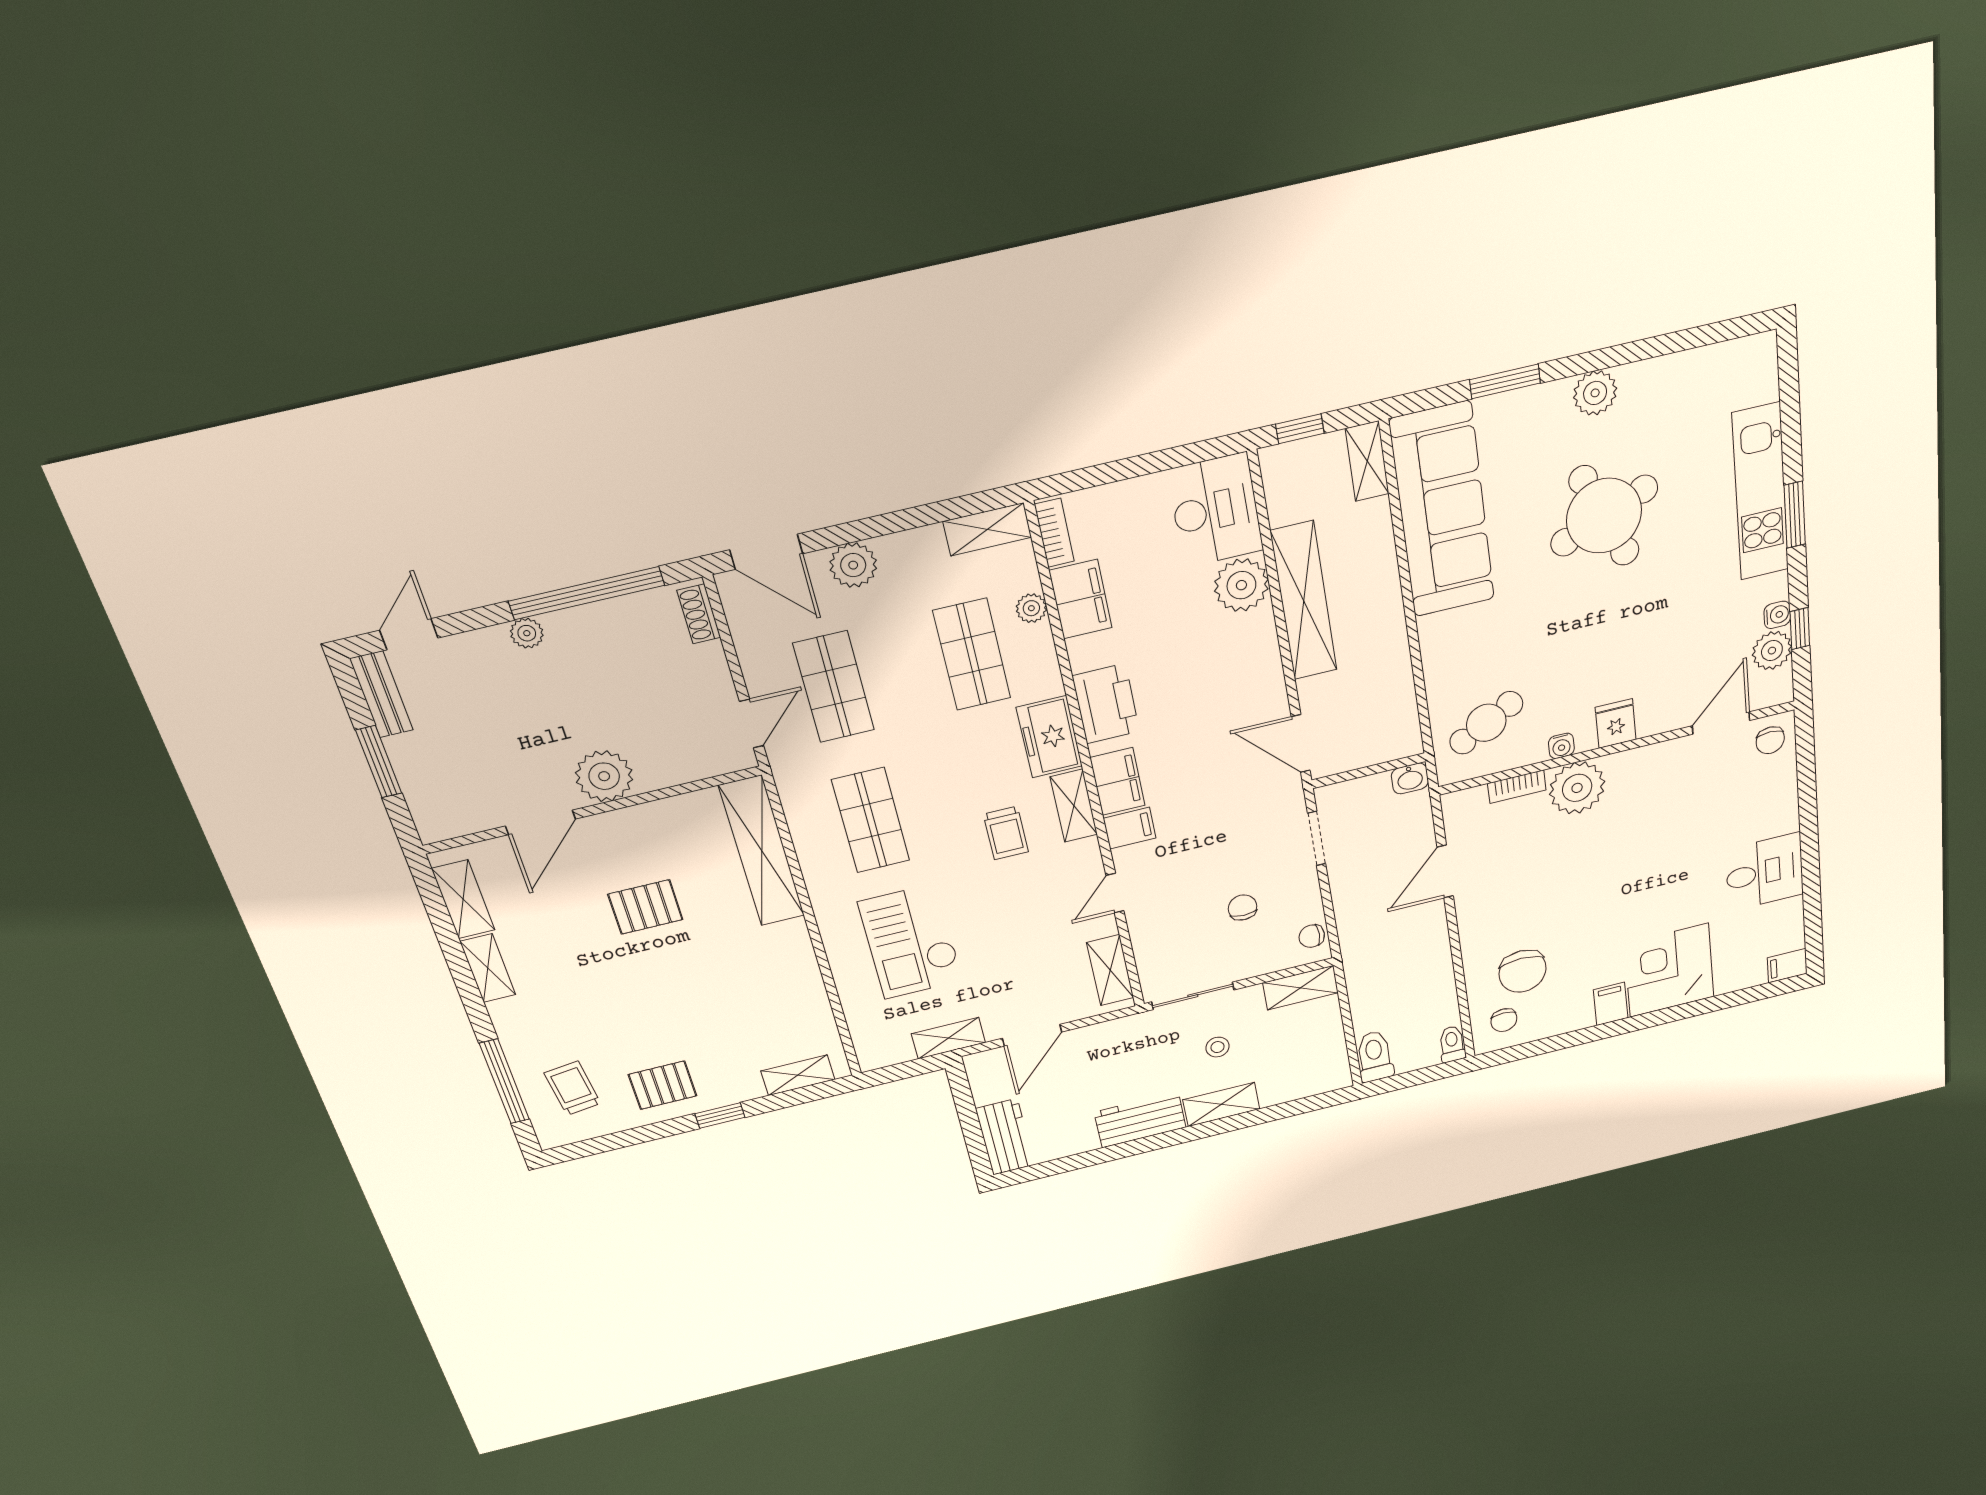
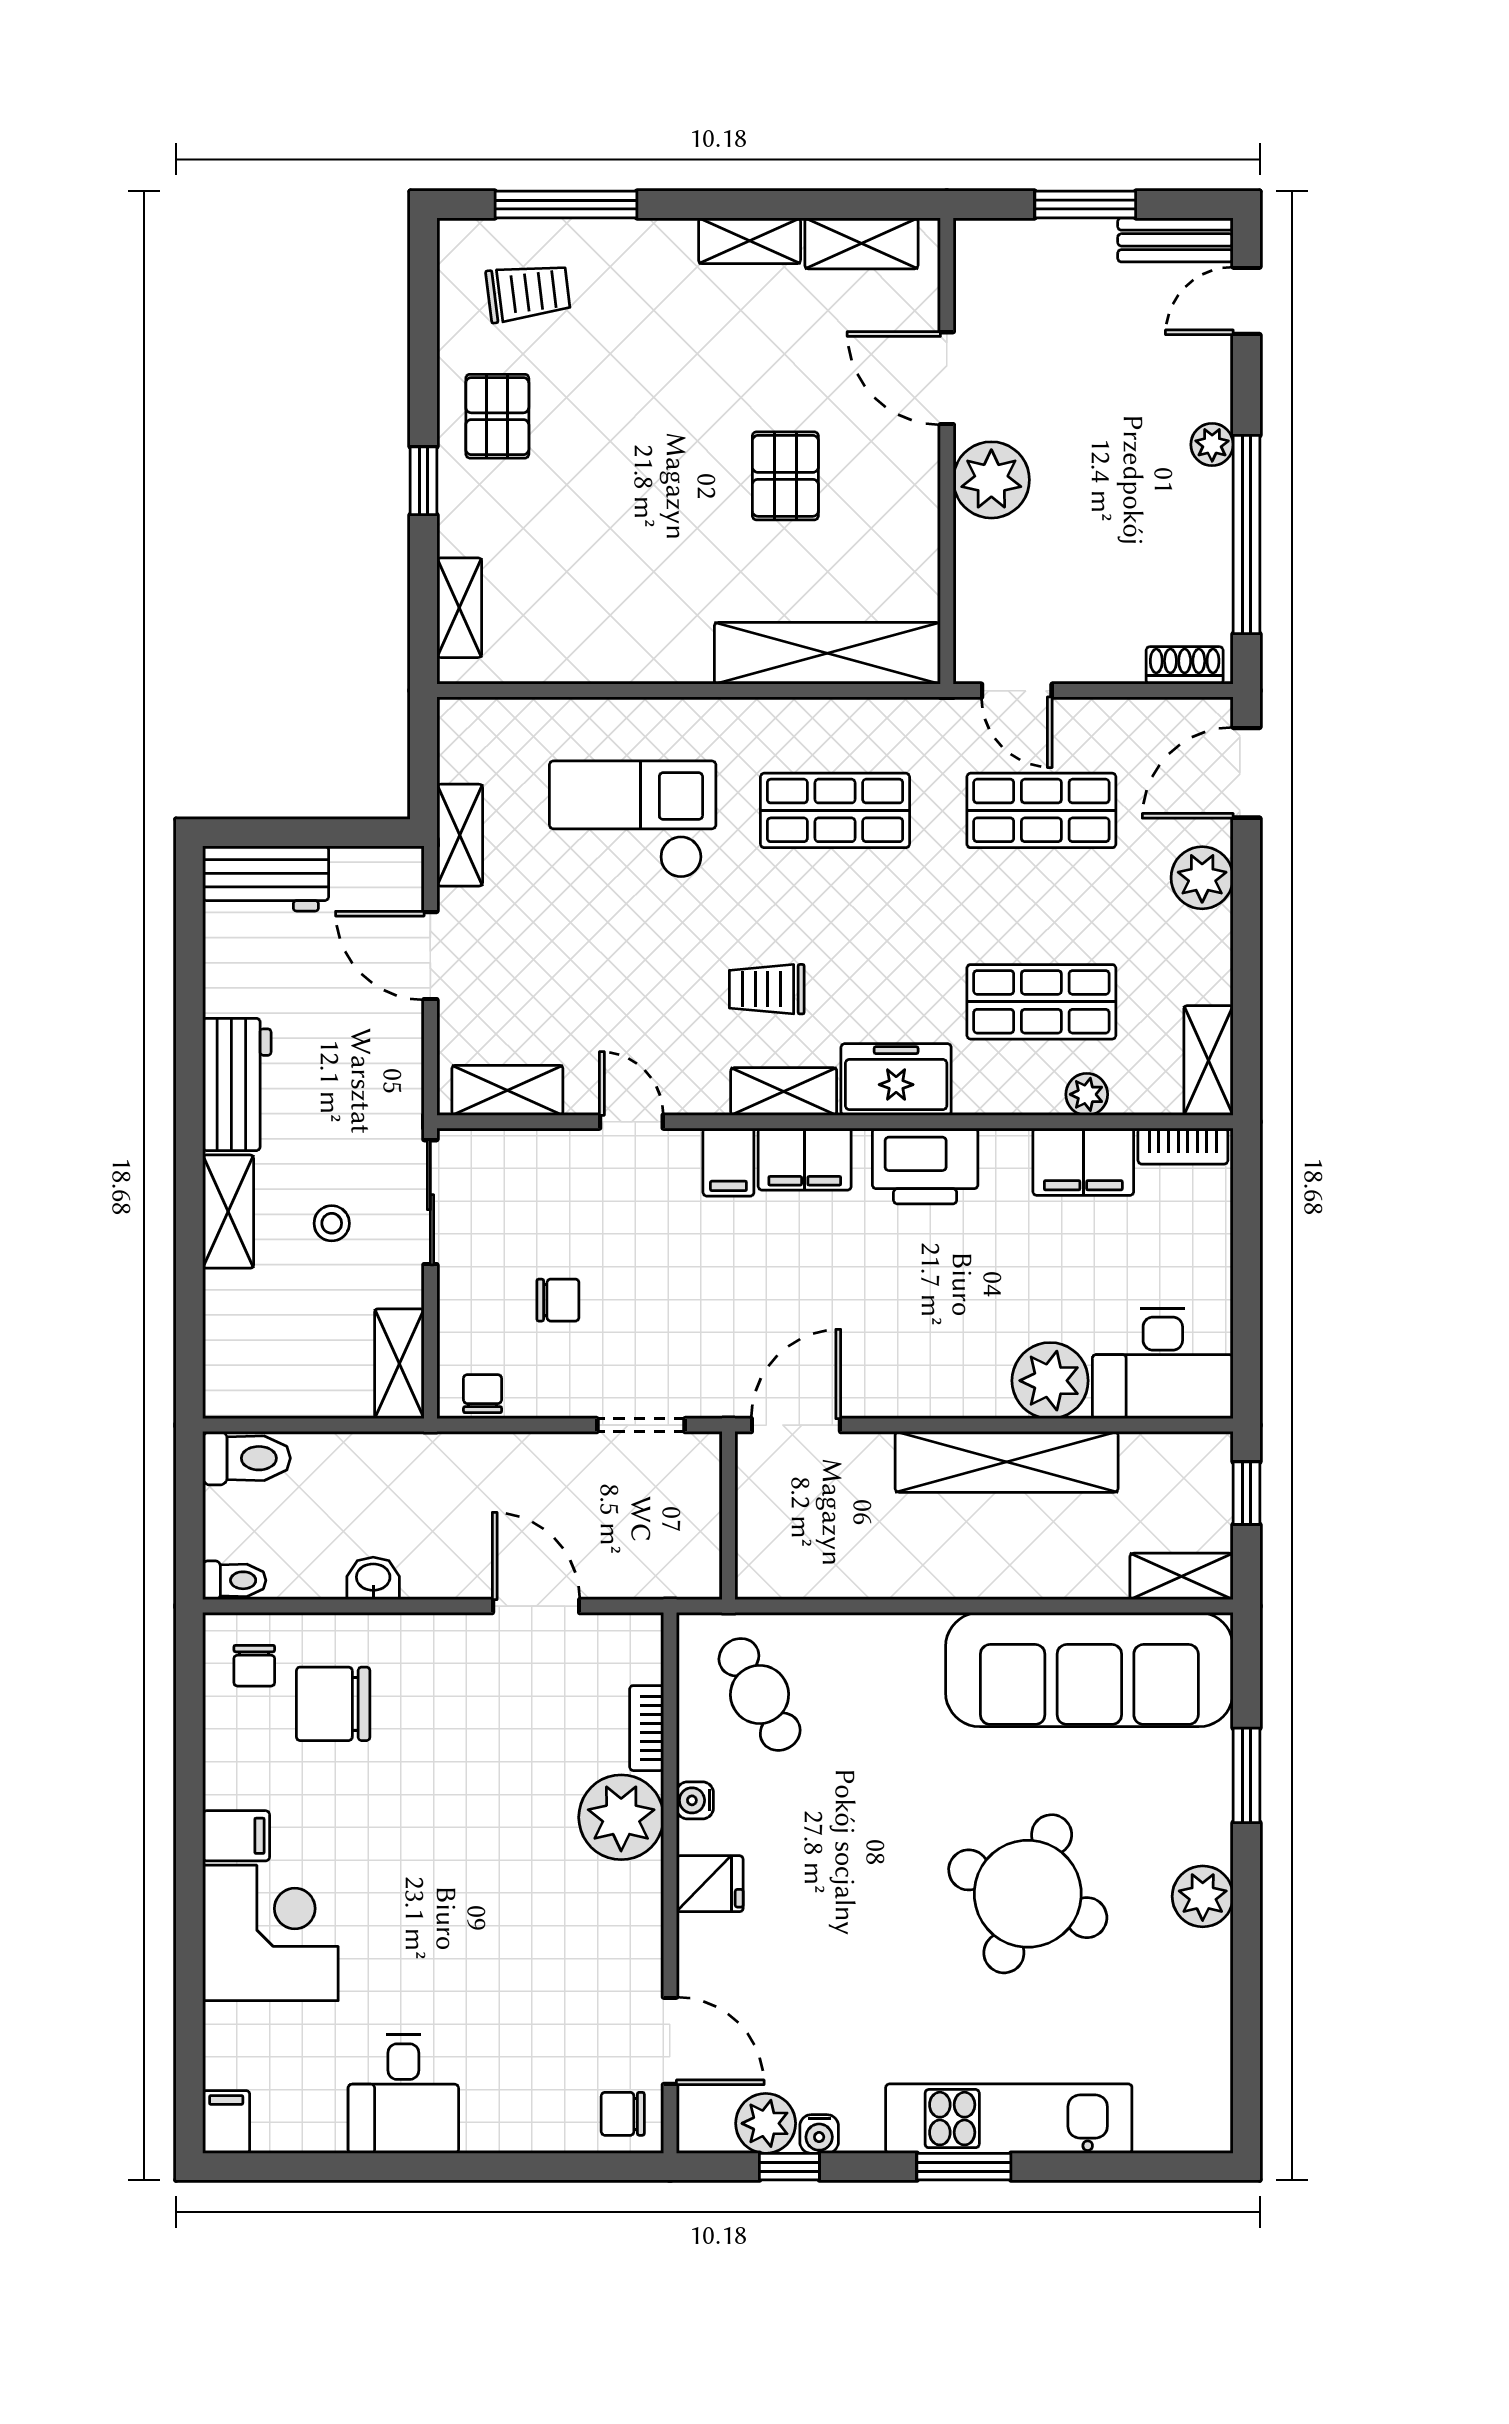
round table: (1604, 516) -> (1028, 1894), turned 45
door: (409, 634) -> (1246, 301), swing flipped
washbasin: (1410, 778) -> (373, 1578), moved, turned 90
chair: (1504, 1020) -> (254, 1666), turned -90

